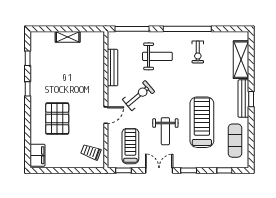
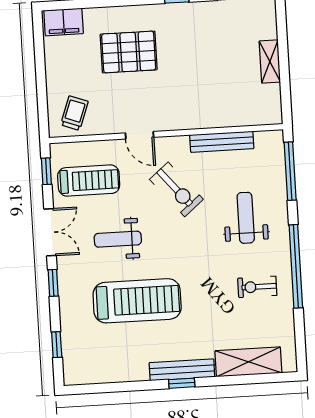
weight bench: (157, 56) -> (246, 218), turned 180
exercise mat: (235, 141) -> (109, 360), removed

